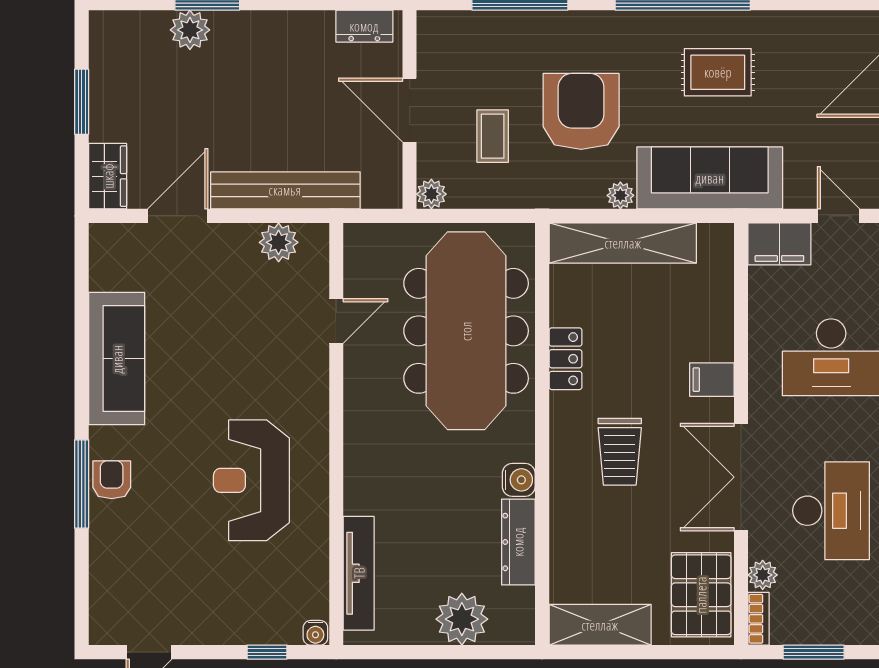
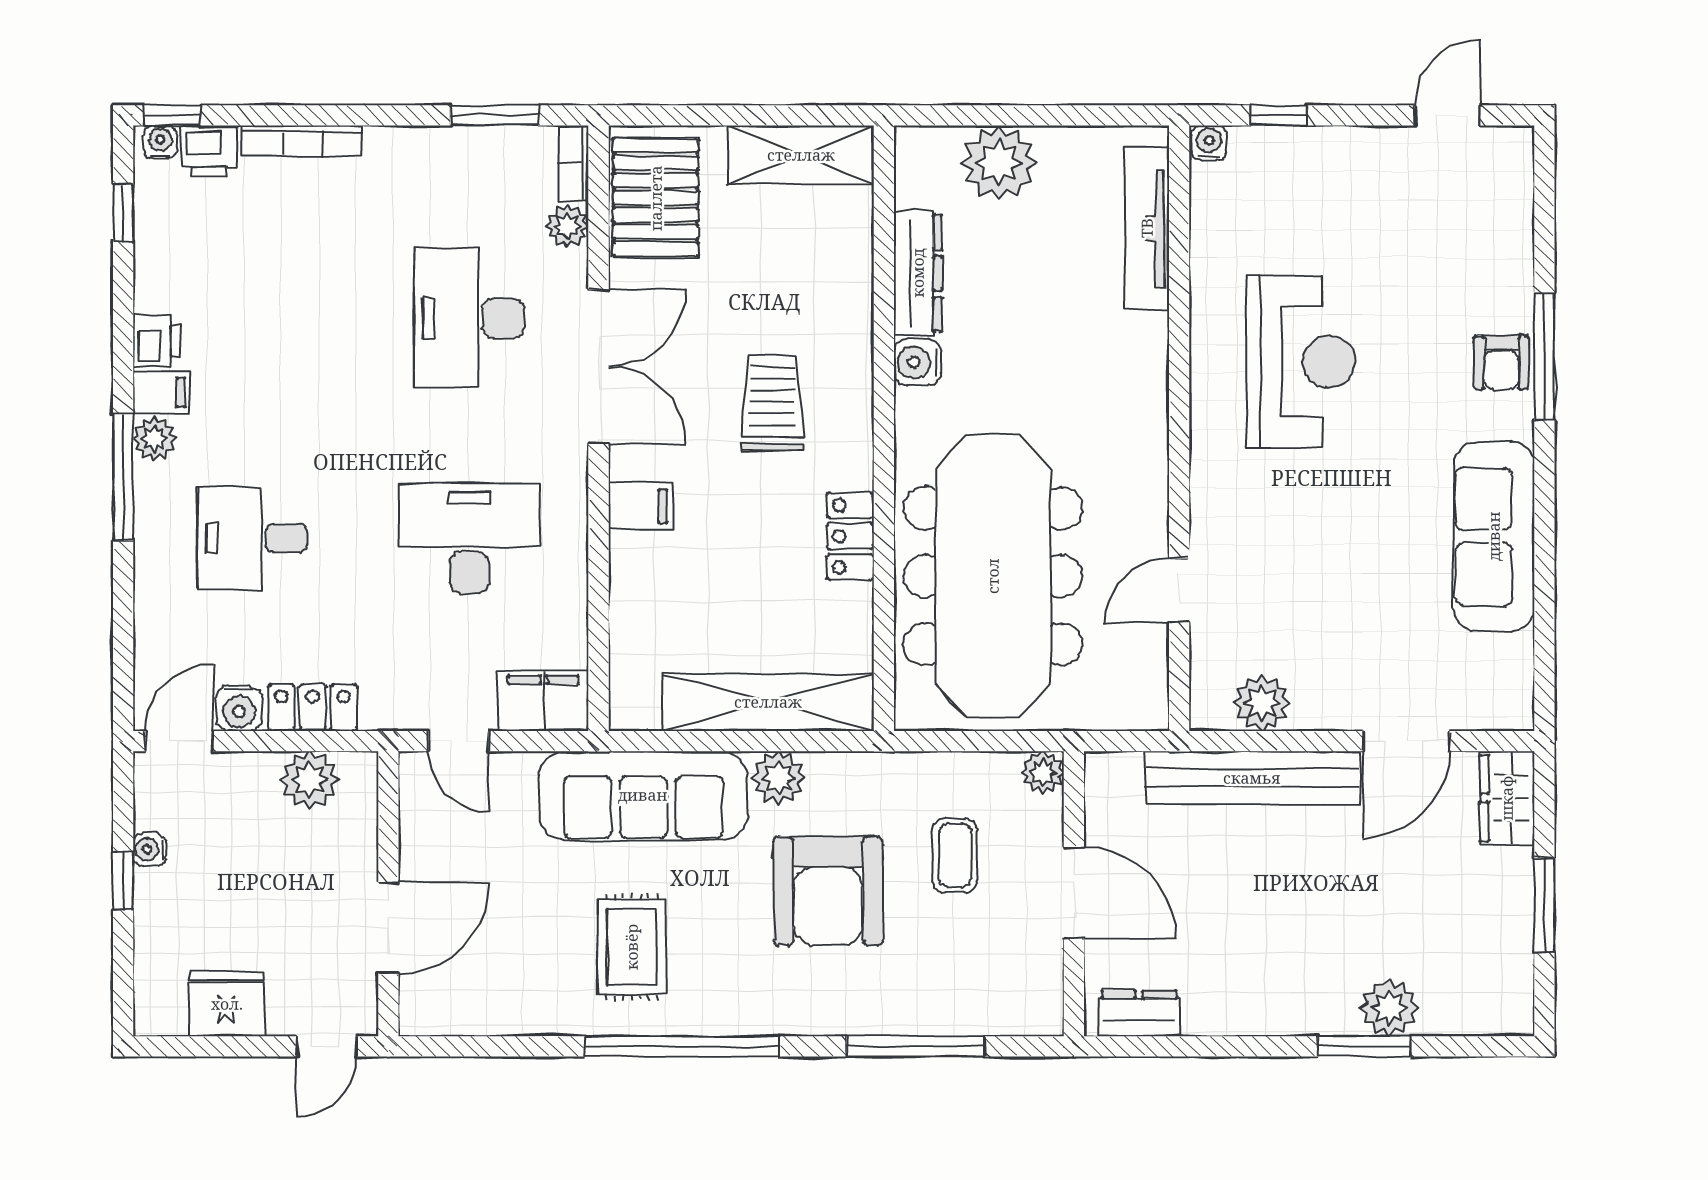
rug: (718, 72) -> (632, 947), turned 90
plant: (620, 195) -> (779, 778), width x1.38, depth x1.38

